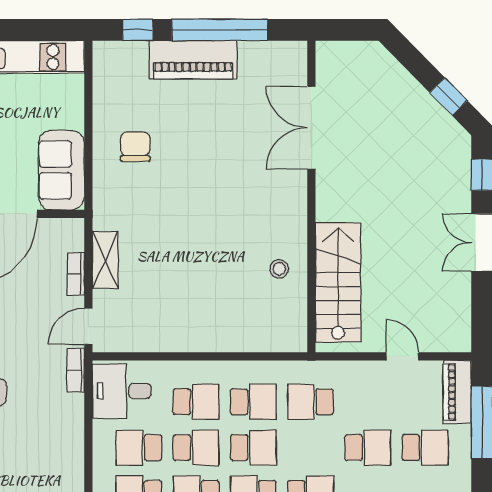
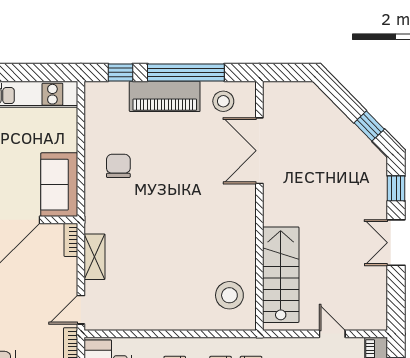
stool: (266, 66) -> (223, 101), added
stool: (279, 269) -> (229, 295), moved, width x1.89, depth x1.89
bookcase: (76, 274) -> (71, 240), moved

